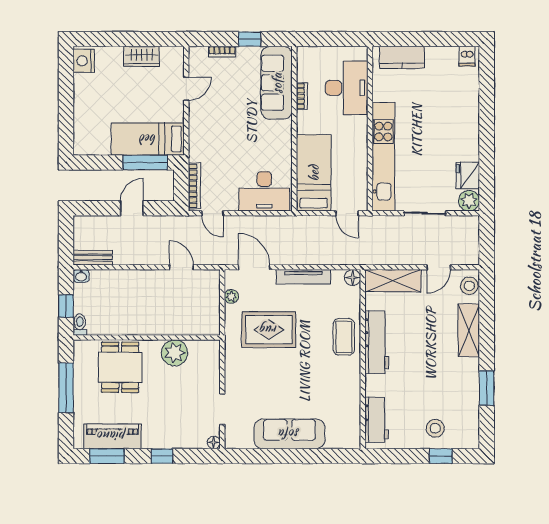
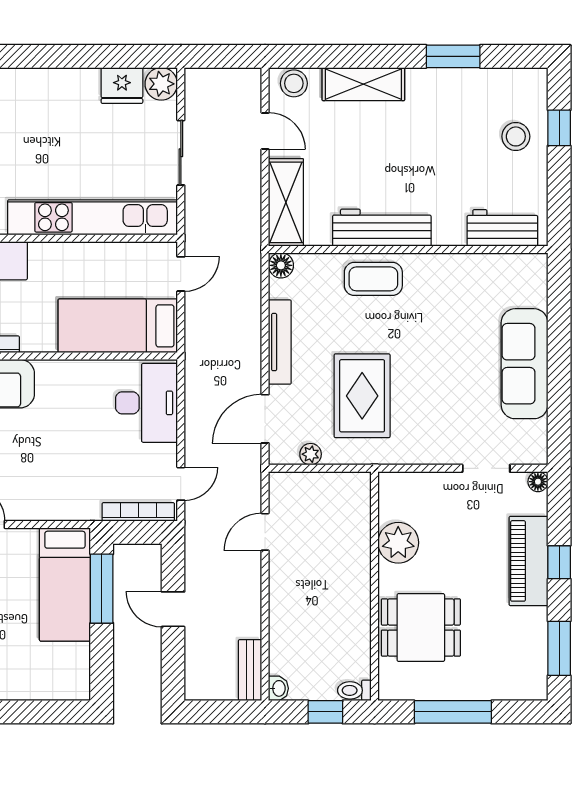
piano: (112, 436) -> (528, 561), moved

